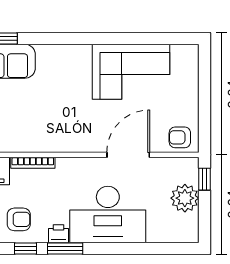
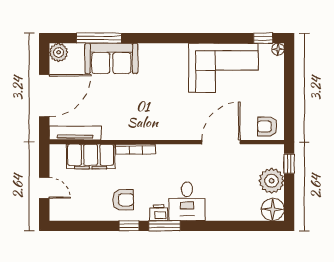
window: (175, 39) -> (263, 38), added
floor lamp: (192, 51) -> (278, 49), added
desk: (108, 215) -> (187, 201), width x0.53, depth x0.77
floor lamp: (186, 230) -> (273, 209), added

